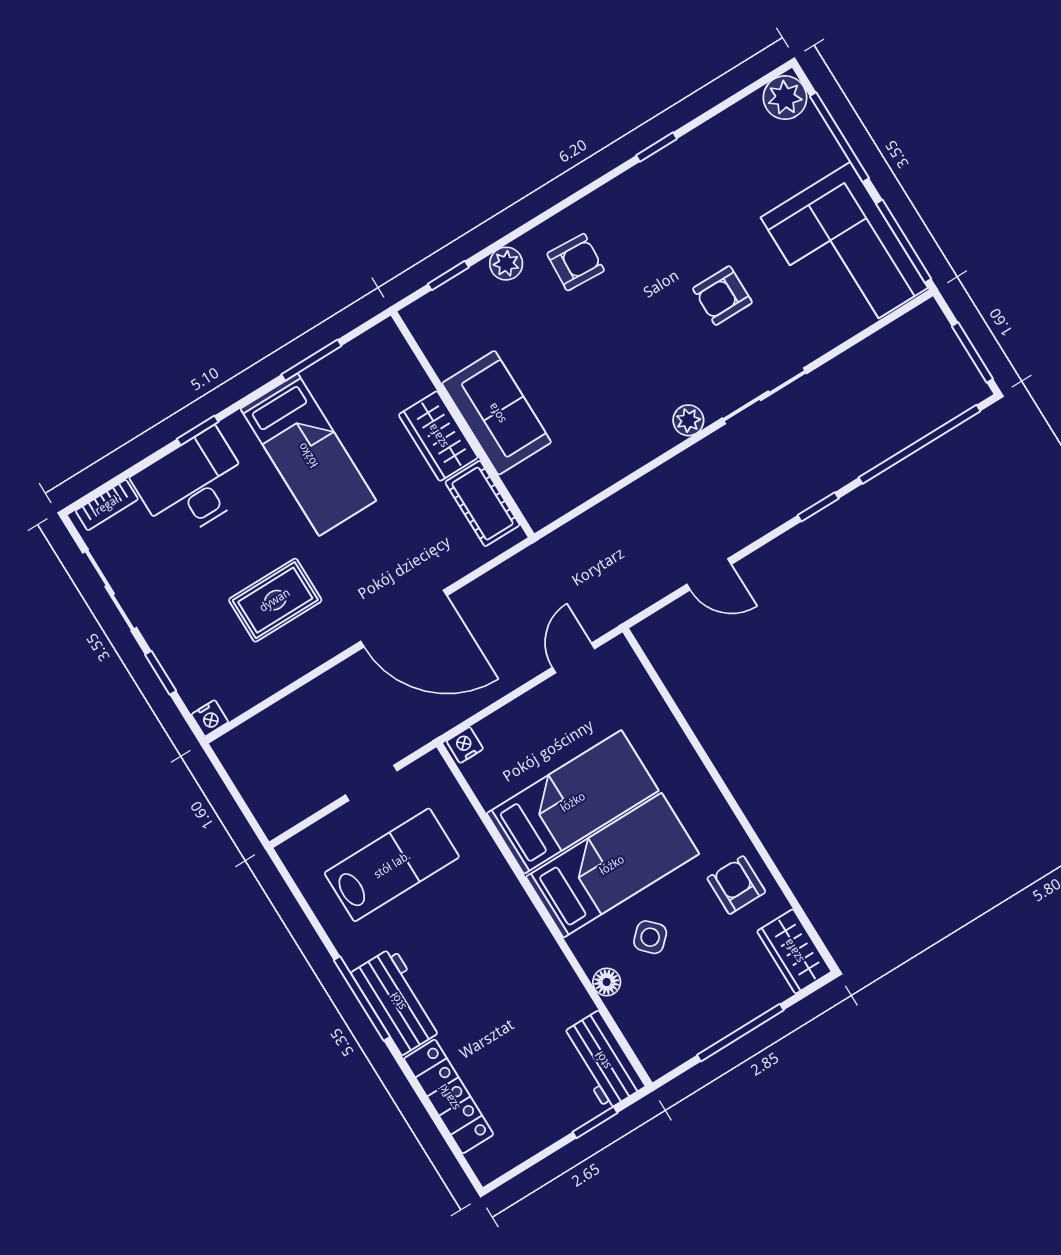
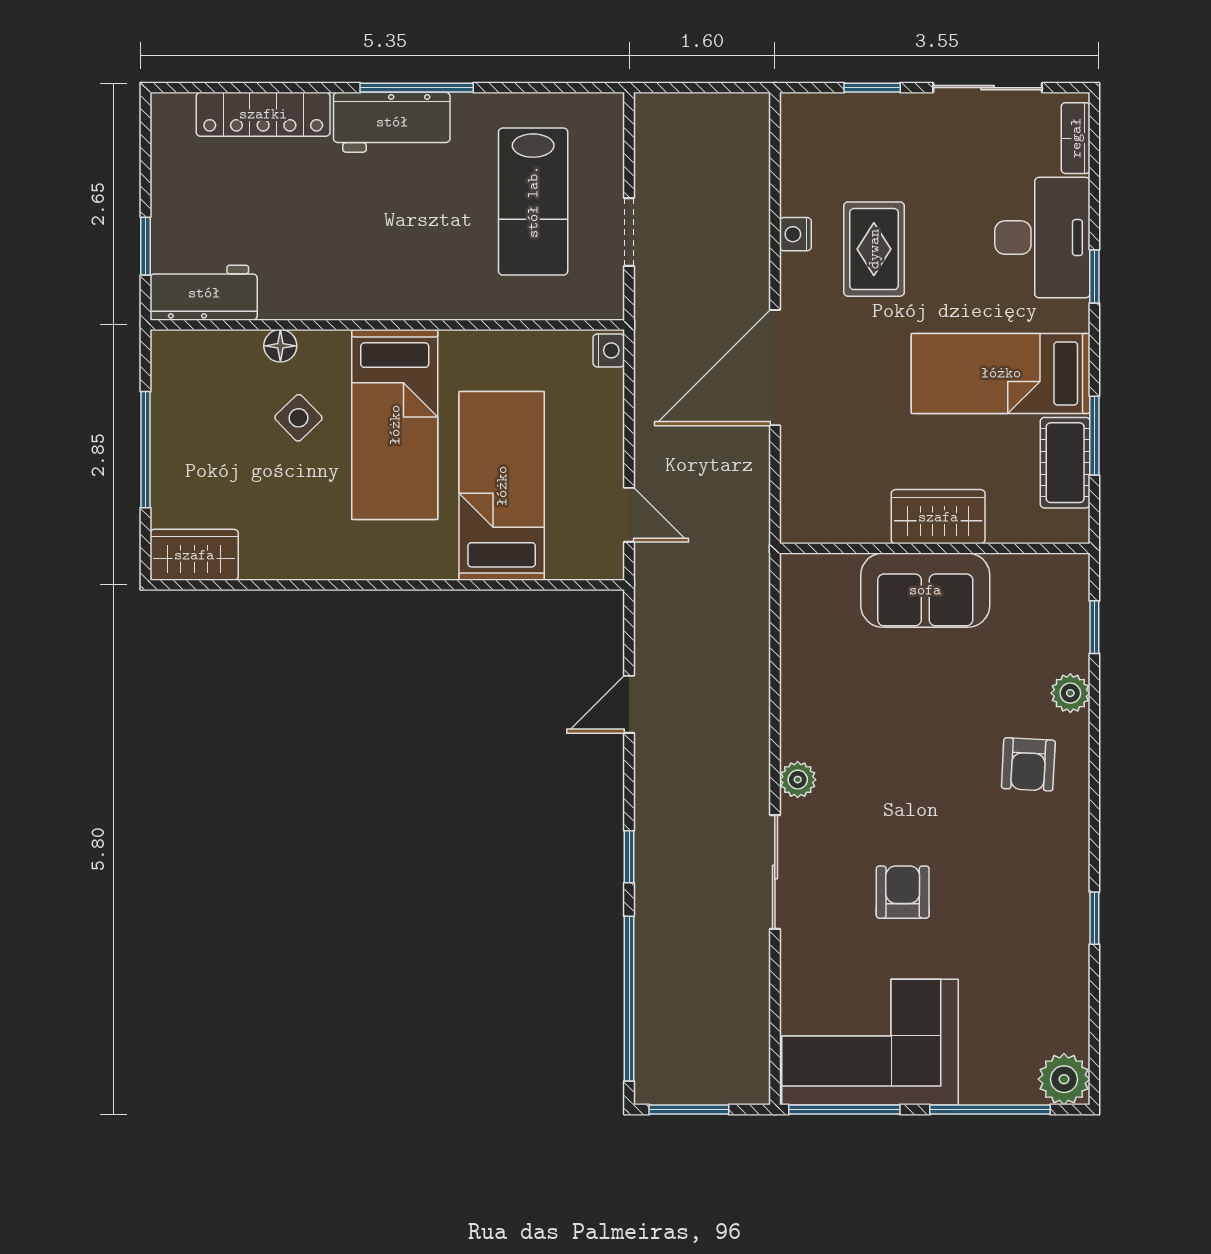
cot: (482, 504) -> (1065, 463), moved, turned 90
nightstand: (210, 718) -> (795, 234), moved
bed: (573, 802) -> (502, 486), moved, turned 180
armchair: (736, 885) -> (297, 538), removed

